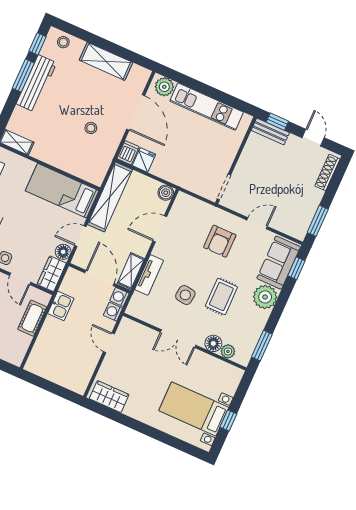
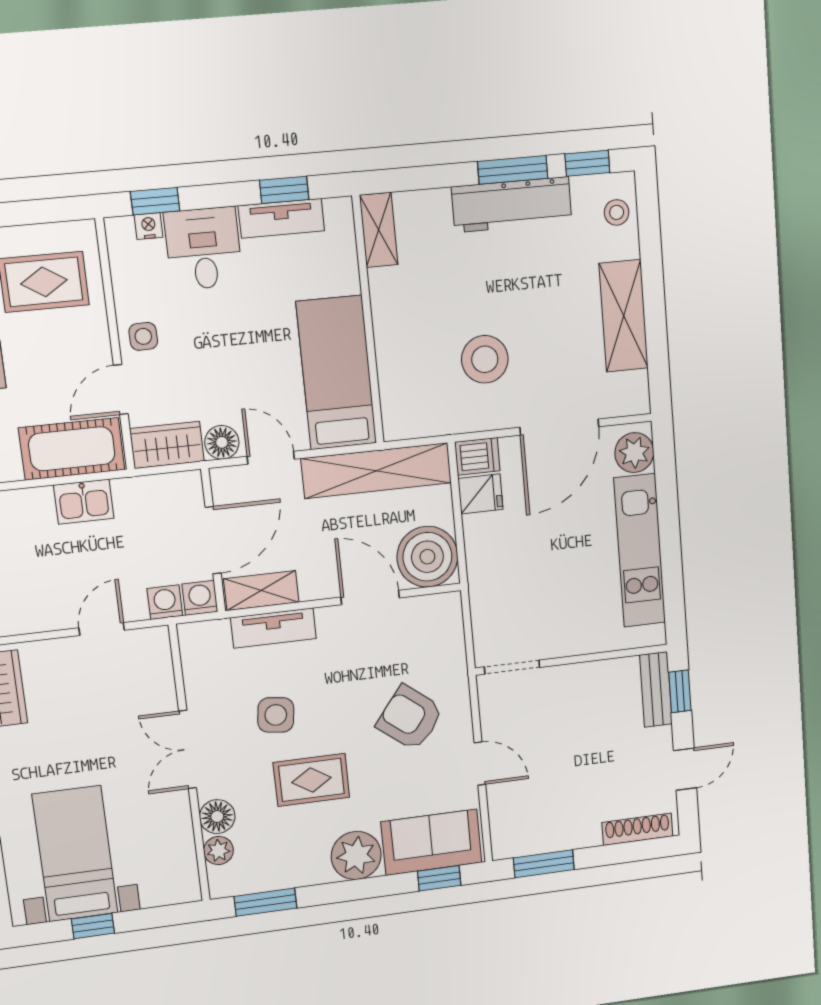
stool: (91, 128) -> (485, 359), width x1.89, depth x1.89
boiler: (166, 193) -> (427, 557), width x1.86, depth x1.86
armchair: (220, 241) -> (410, 718), turned 38
kitchen sink: (61, 306) -> (84, 502), moved
cot: (32, 318) -> (72, 449), width x1.37, depth x1.34

